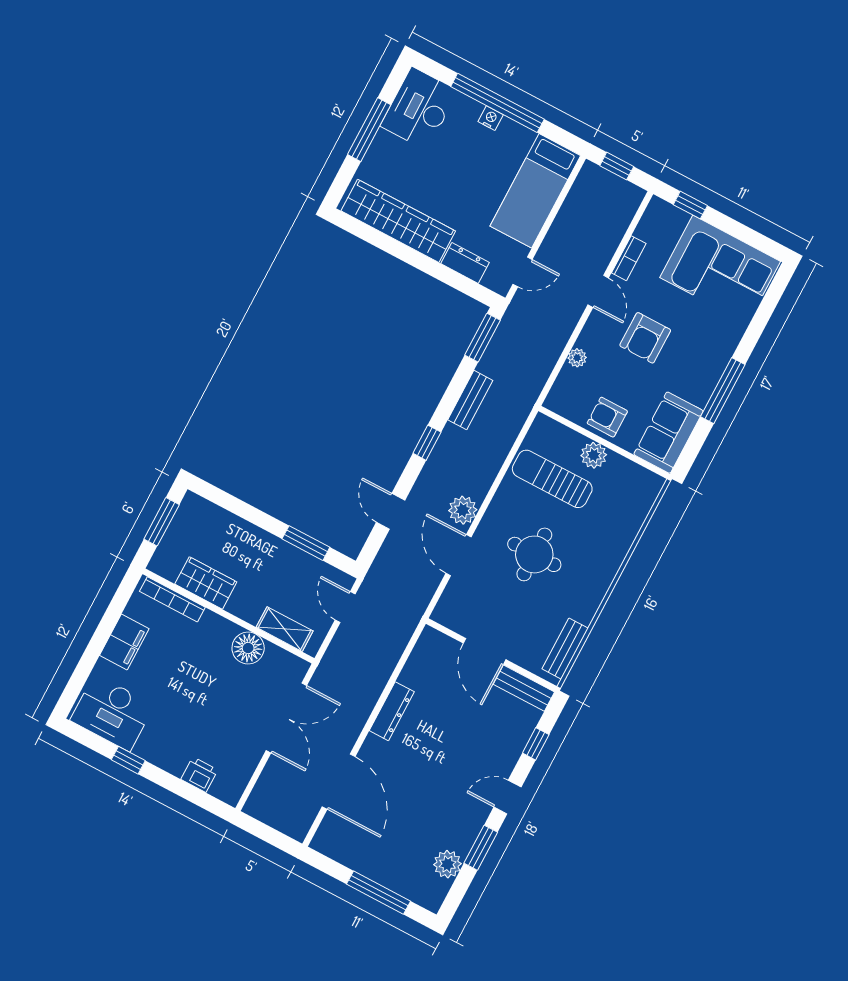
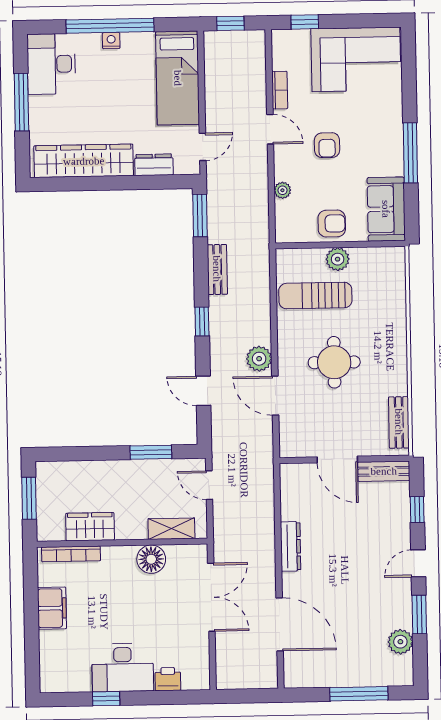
armchair: (645, 338) -> (327, 145), width x0.72, depth x0.72
armchair: (607, 417) -> (332, 224), turned 180
desk: (112, 713) -> (123, 668), moved

